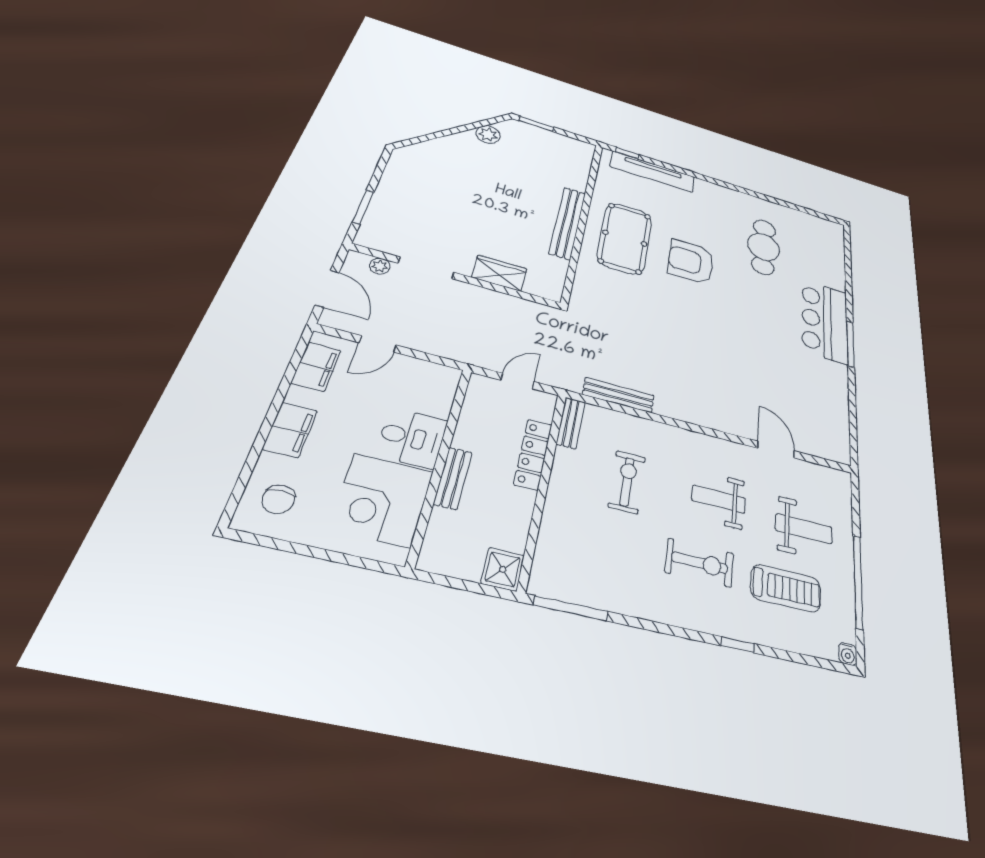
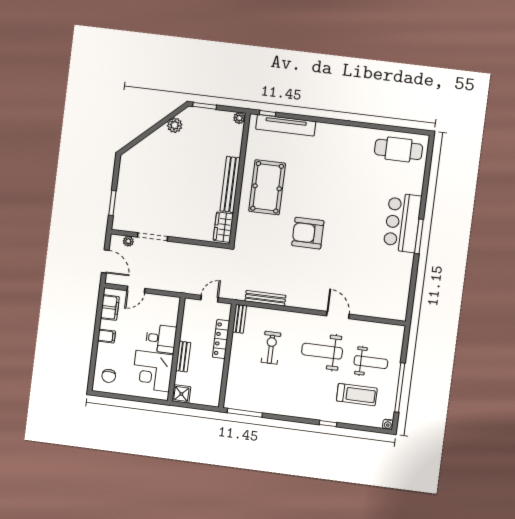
plant: (587, 149) -> (239, 118), added
cafe table: (764, 247) -> (399, 149), moved, turned 90
armchair: (691, 262) -> (308, 233), moved
wardrobe: (499, 273) -> (223, 227), moved, turned -90
filing cabinet: (290, 430) -> (107, 336), width x0.50
door: (776, 449) -> (338, 315), moved
weight bench: (719, 499) -> (322, 351), width x1.36, depth x1.33
exercise bike: (700, 563) -> (310, 386), removed
shower: (503, 569) -> (181, 394), moved

